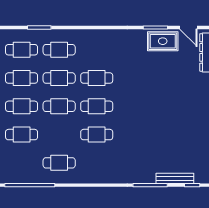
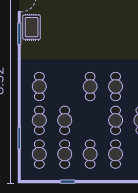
cafe table: (97, 78) -> (39, 87), moved
cafe table: (59, 106) -> (116, 120), moved

